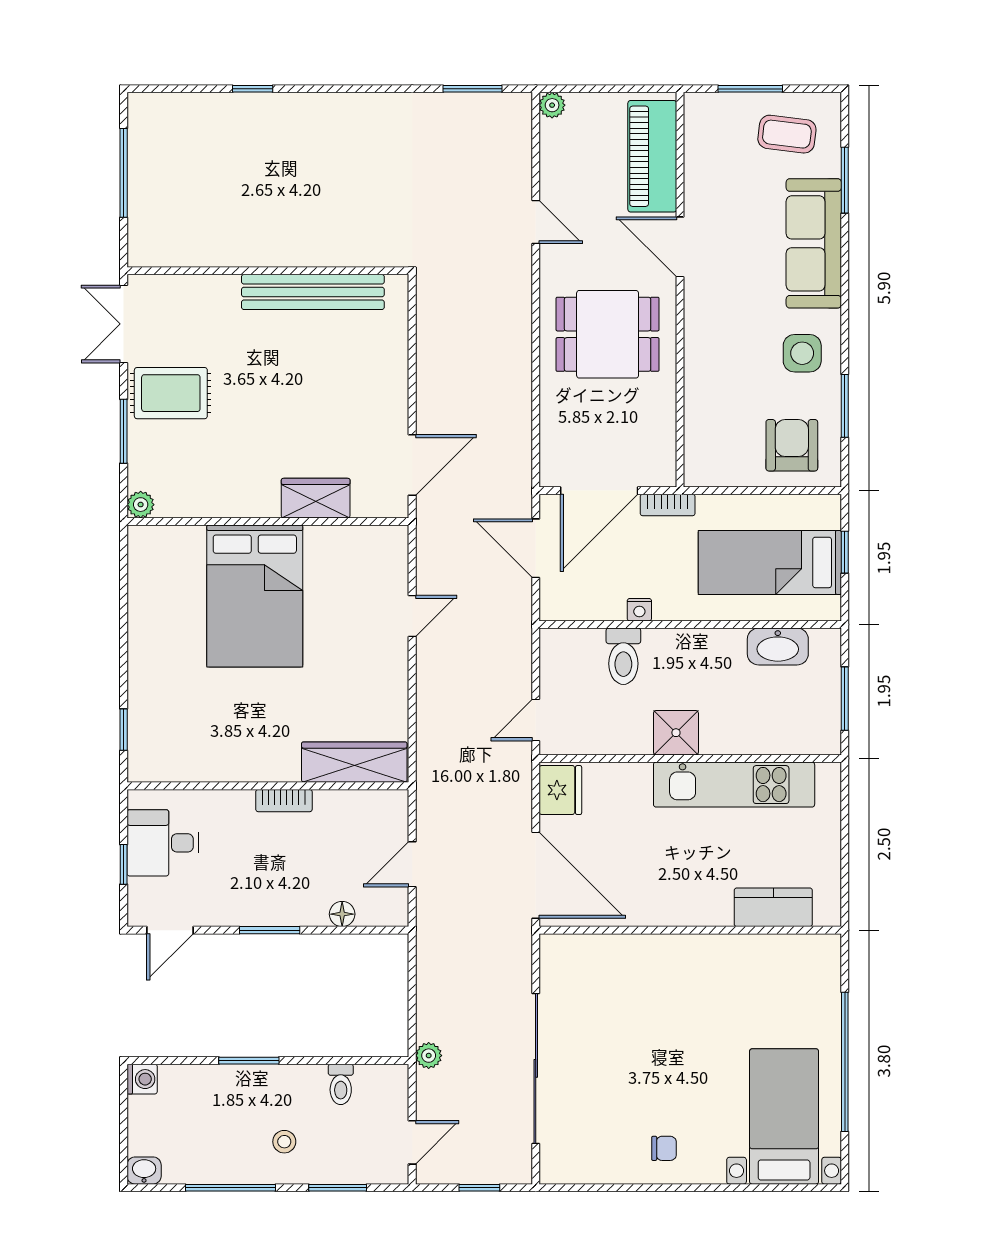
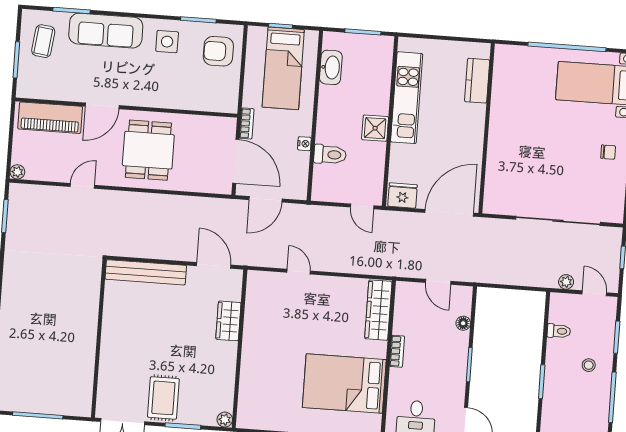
bench: (313, 292) -> (146, 272), moved, turned 90
bed: (255, 596) -> (344, 384), moved, turned 180
plant: (429, 1056) -> (566, 282), moved
chair: (664, 1148) -> (608, 152), turned 90

